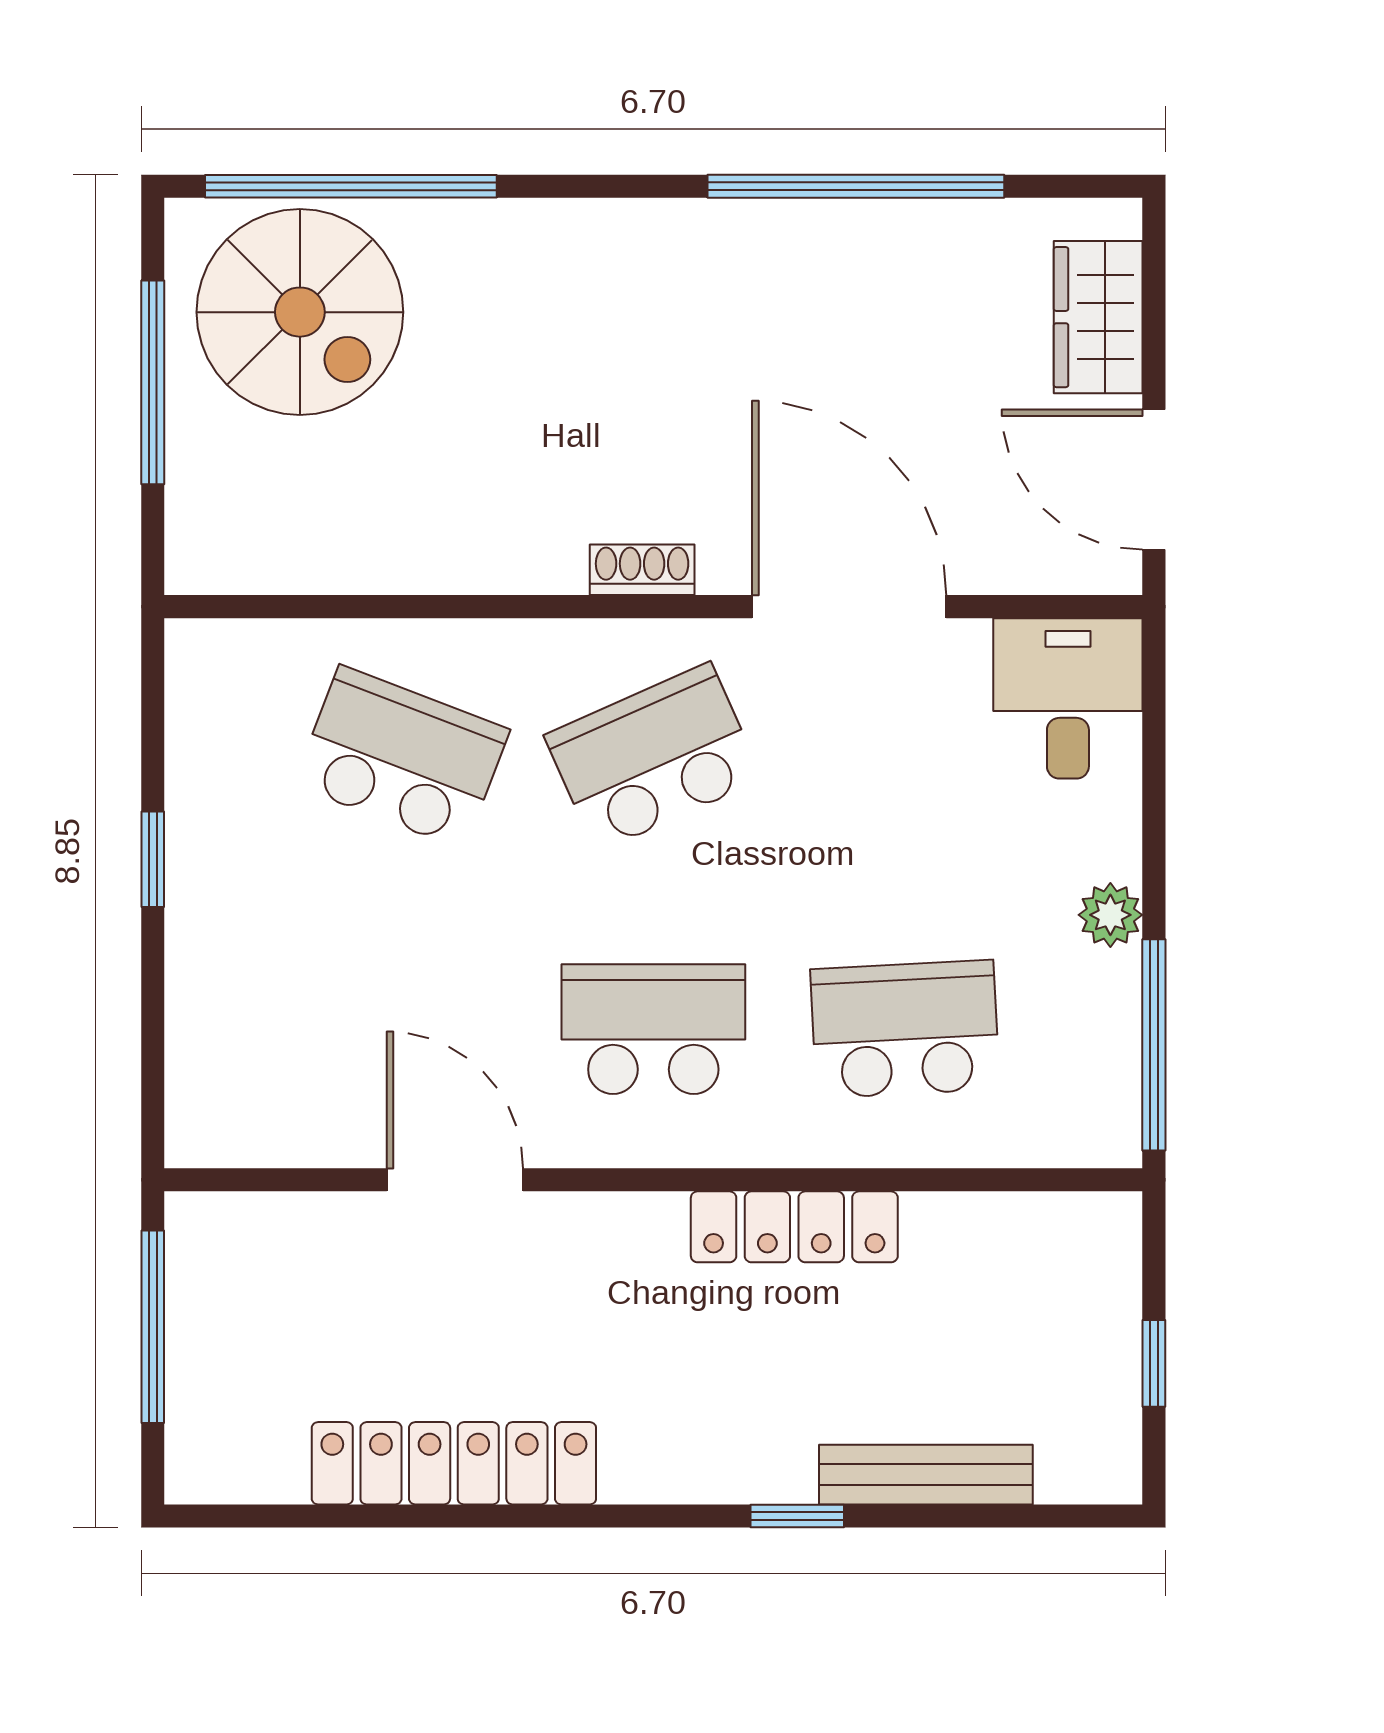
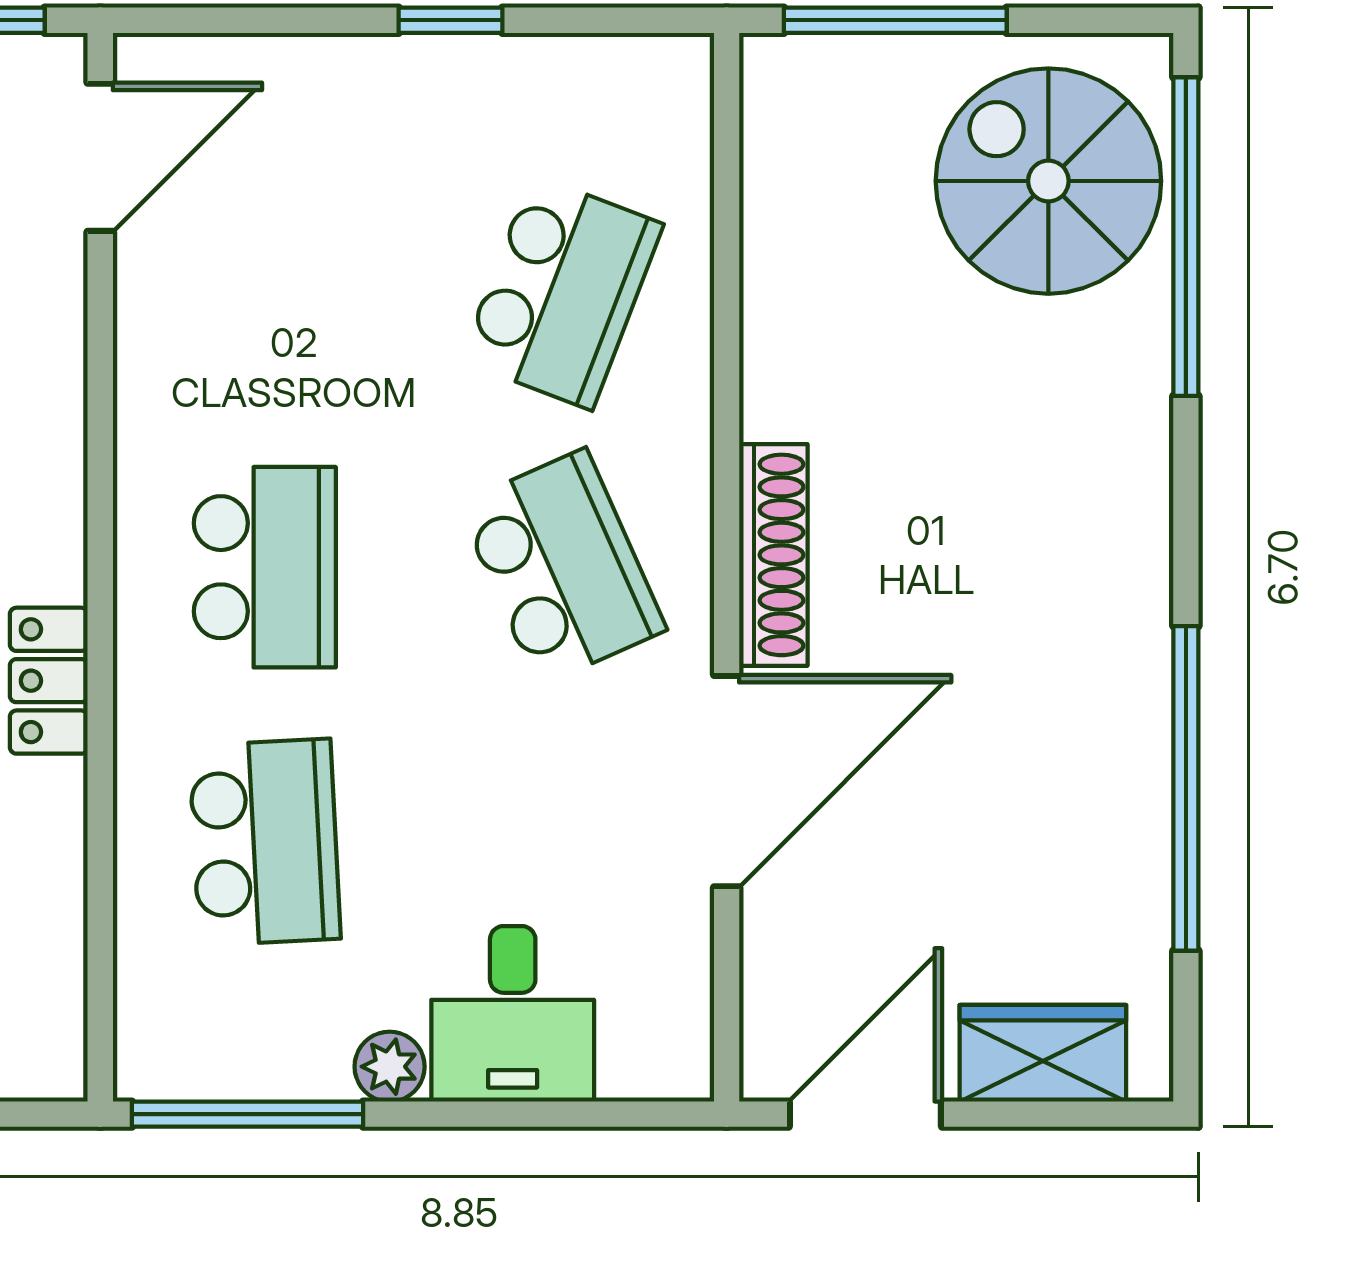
spiral stairs: (300, 312) -> (1048, 181), turned 90
window: (153, 382) -> (895, 20), moved
shoe rack: (642, 570) -> (773, 555), width x1.94, depth x1.24
desk: (1068, 698) -> (513, 1014), moved, turned 90
door: (455, 1180) -> (100, 157), moved
locker: (794, 1227) -> (49, 681), width x0.66

